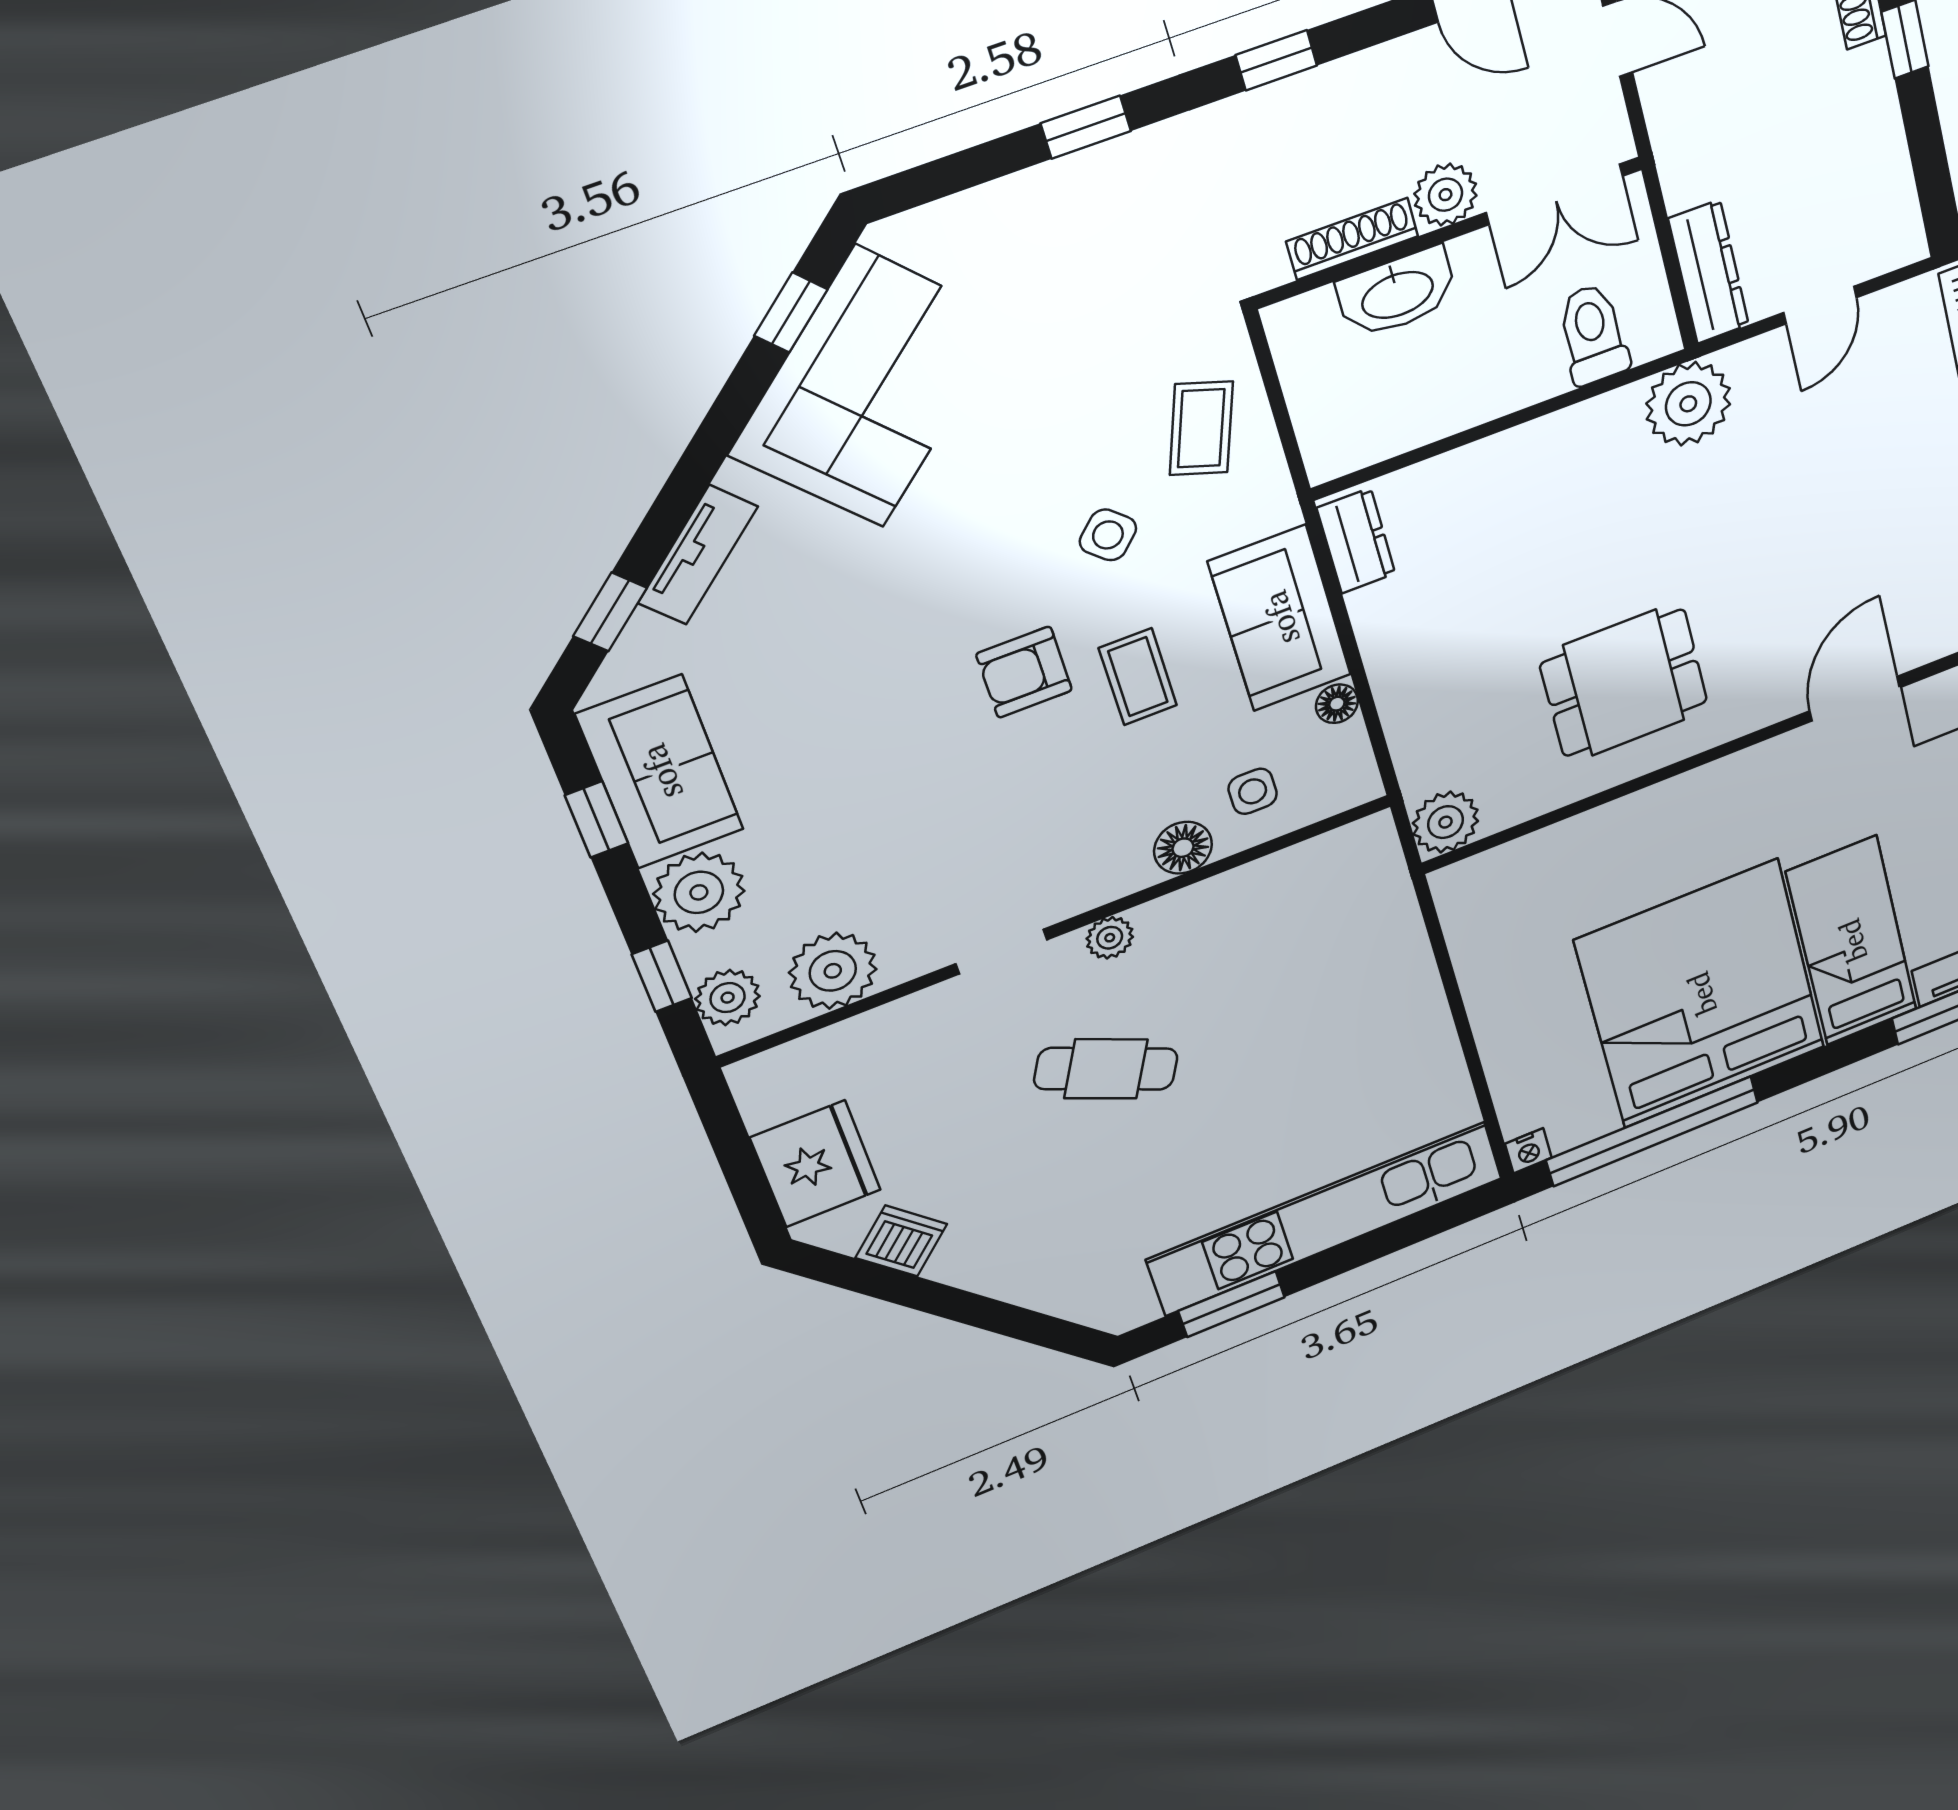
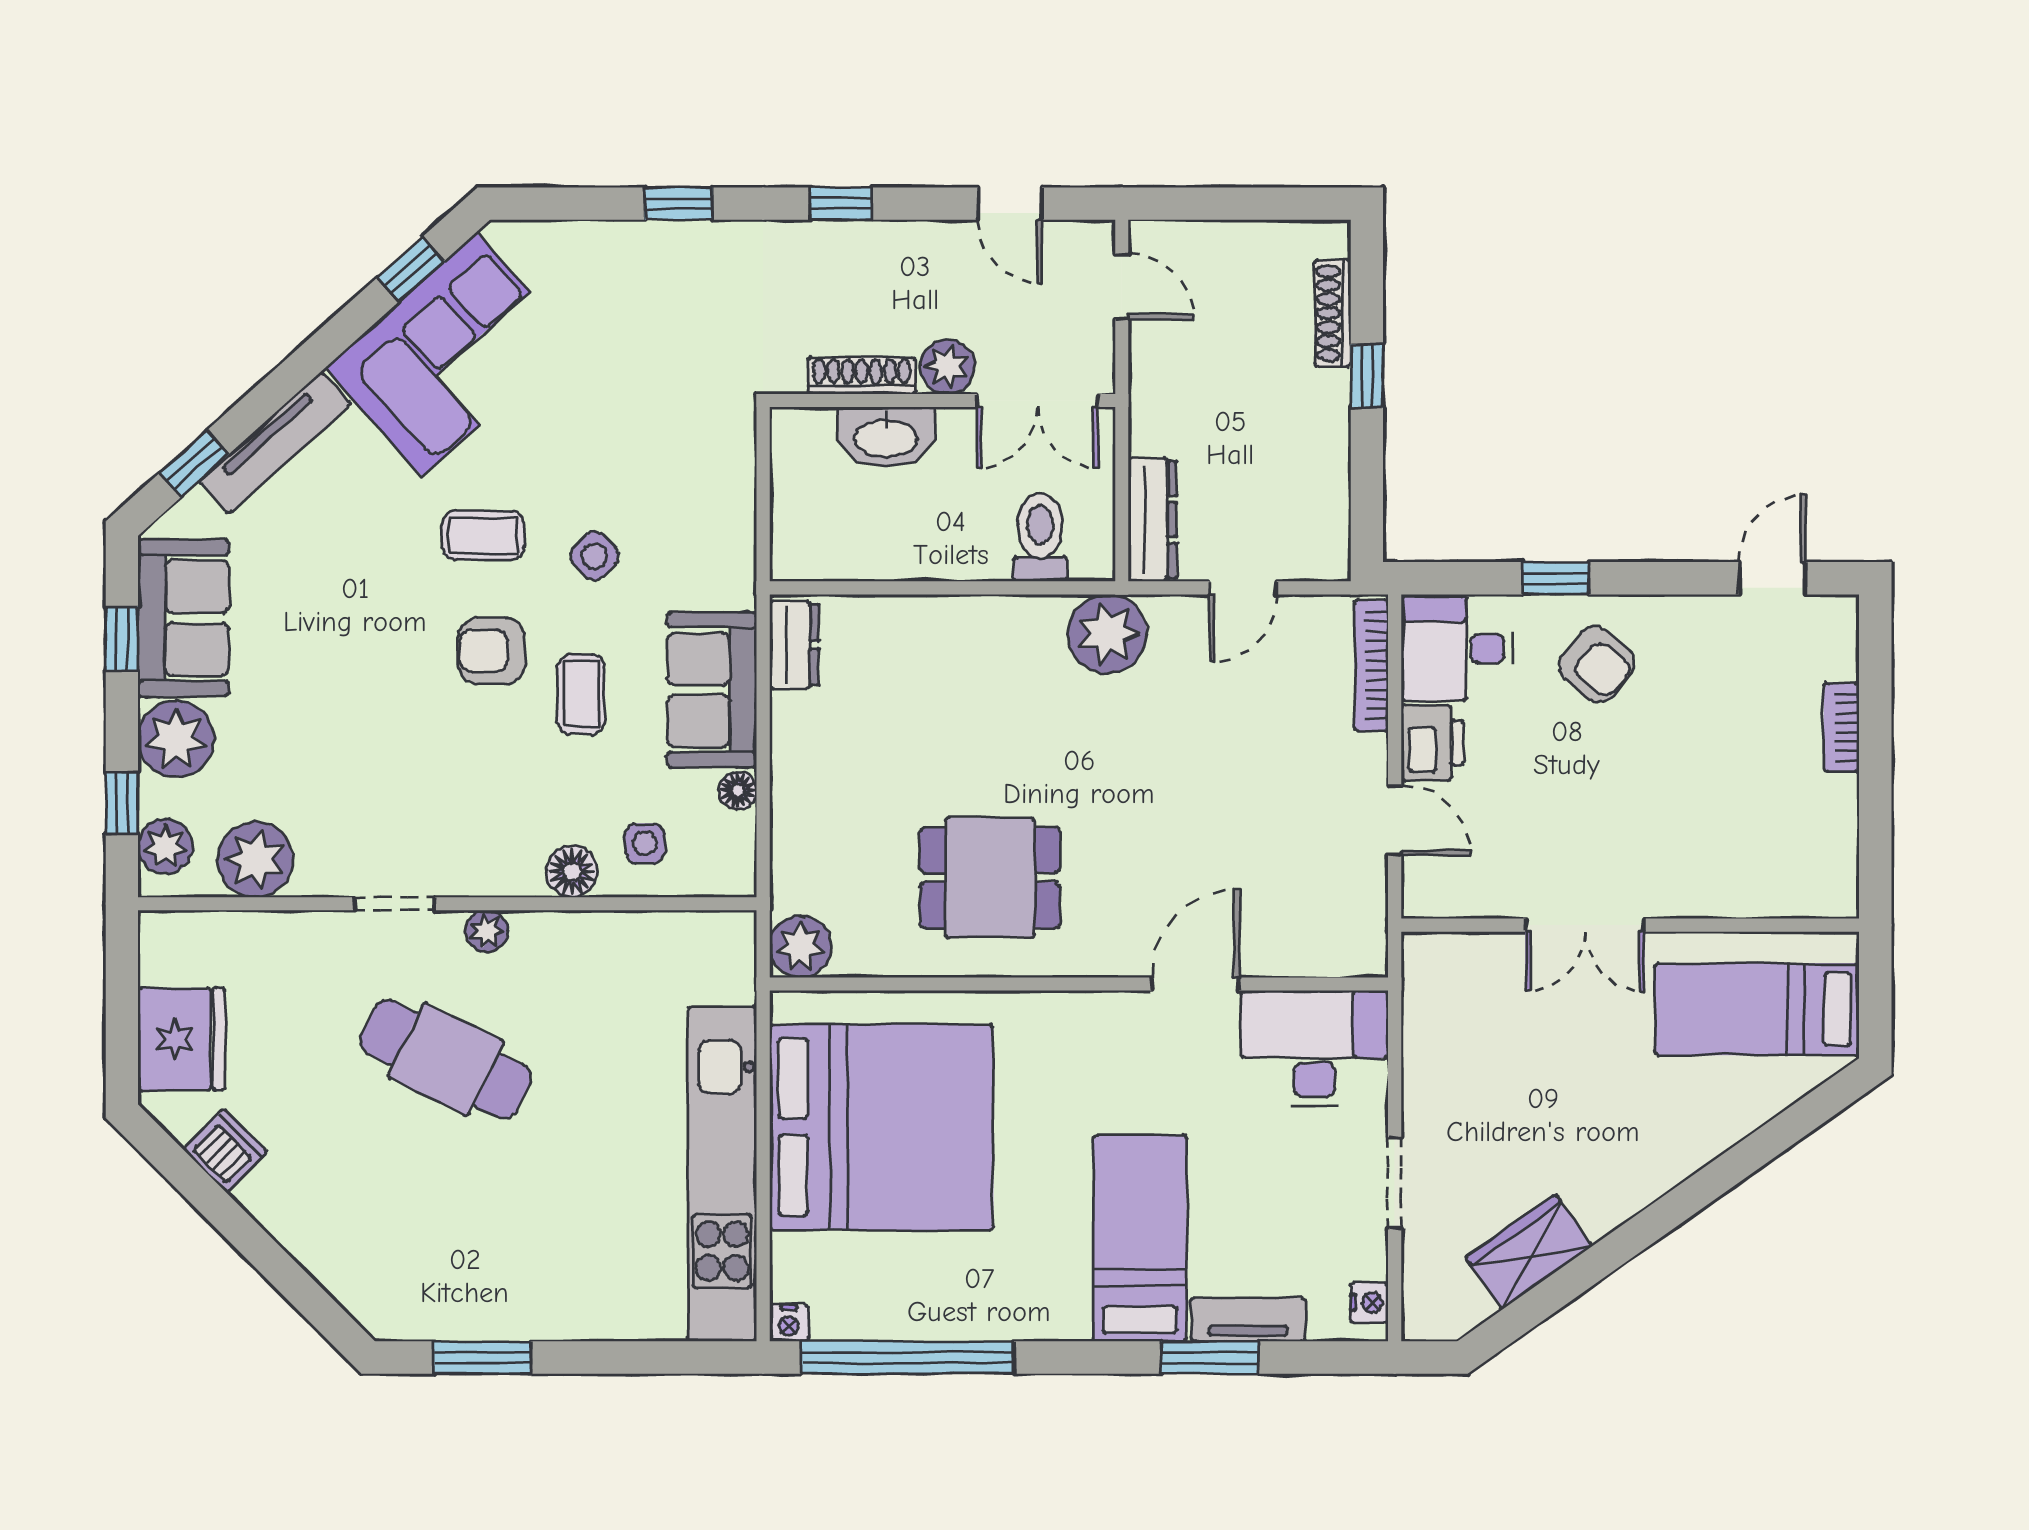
coffee table: (1201, 428) -> (483, 535), moved, turned 71
tv unit: (698, 555) -> (275, 442), width x1.41
bed: (1701, 994) -> (881, 1127), moved, turned 90
cafe table: (1106, 1069) -> (446, 1059), width x1.37, depth x1.35
kitchen unit: (1325, 1219) -> (722, 1174), moved, turned -90

